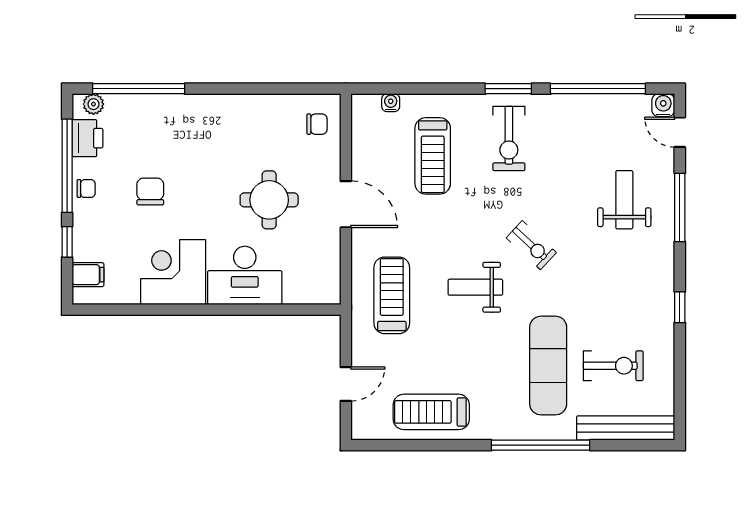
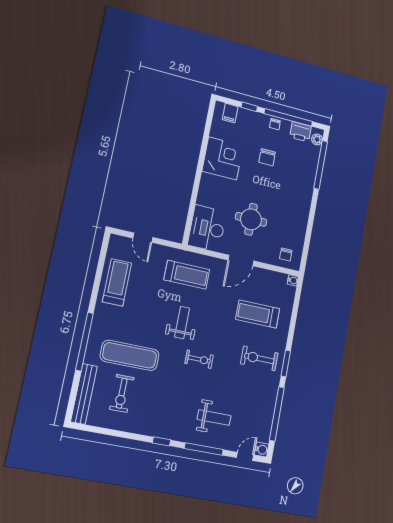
water cooler: (391, 103) -> (293, 280), moved
chair: (150, 192) -> (267, 157), turned 90
exercise bike: (531, 245) -> (199, 359), turned -133
desk: (245, 275) -> (207, 228), moved
window: (680, 307) -> (162, 441), moved

